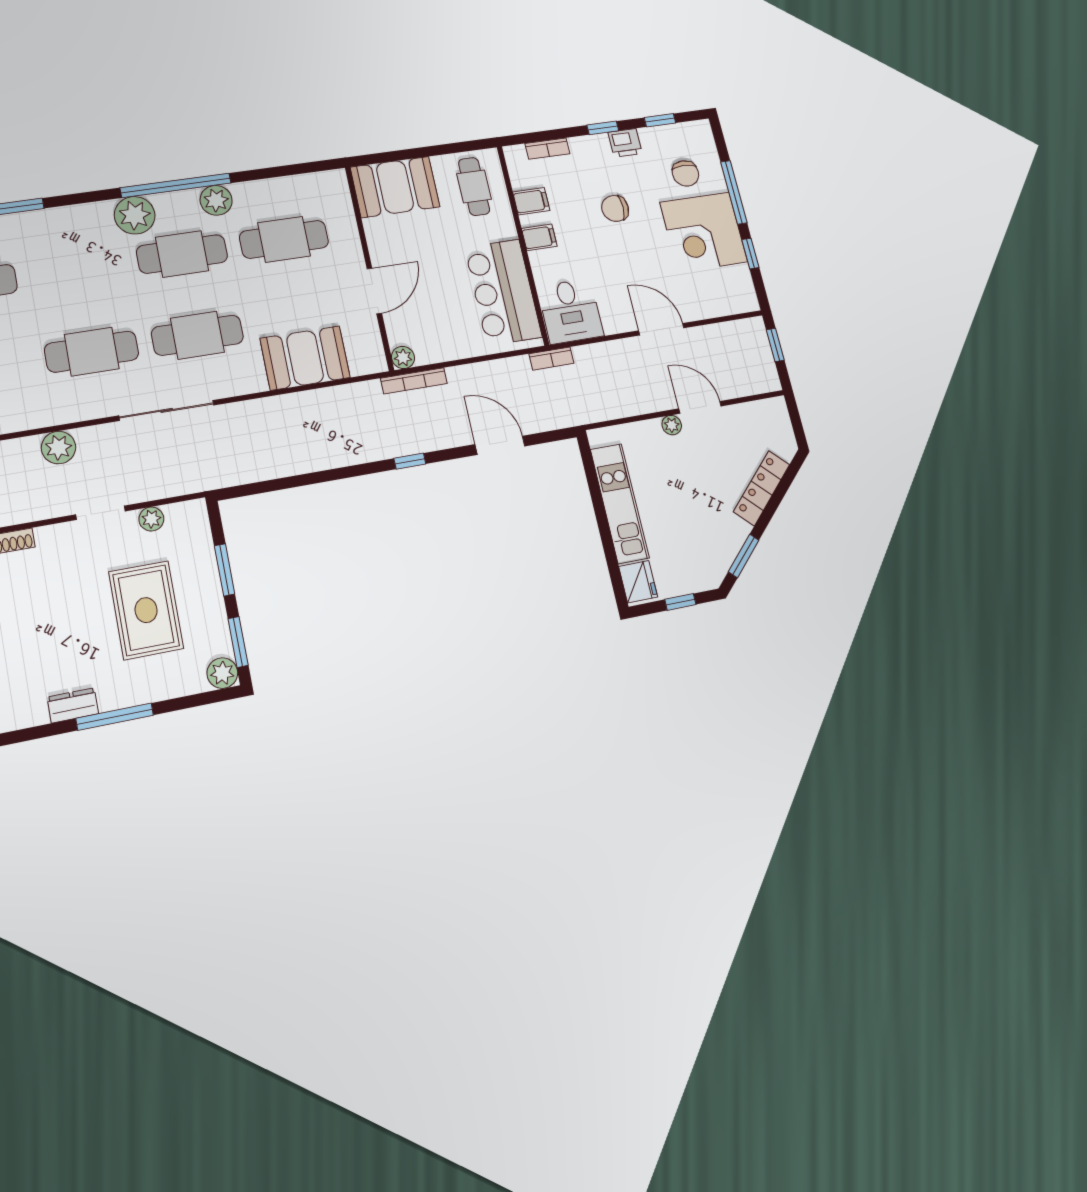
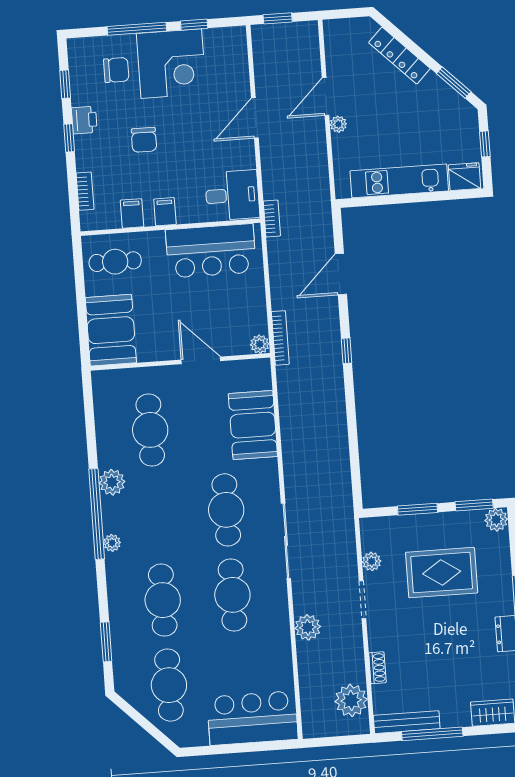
plant: (135, 215) -> (112, 543), width x0.53, depth x0.53
cafe table: (182, 254) -> (163, 600), moved

